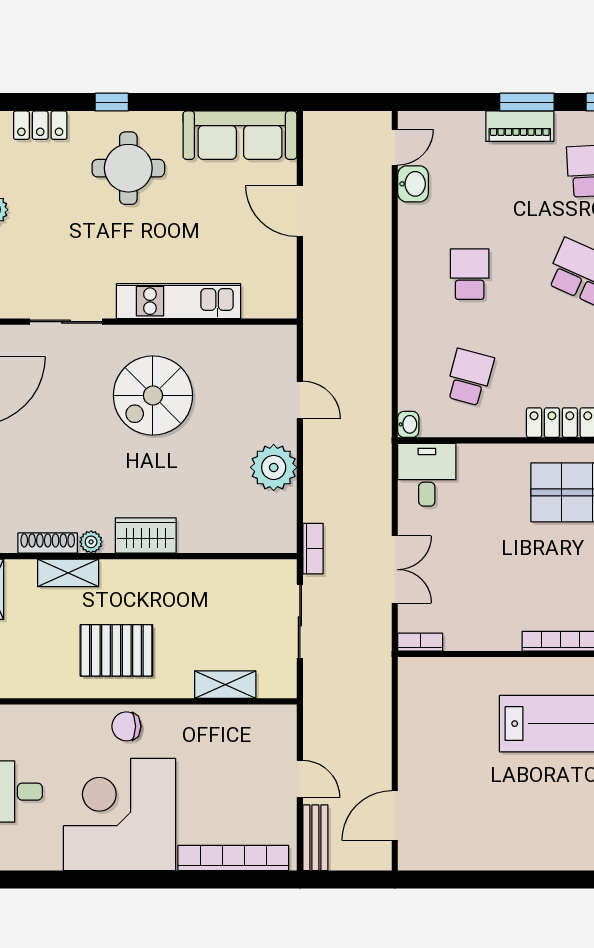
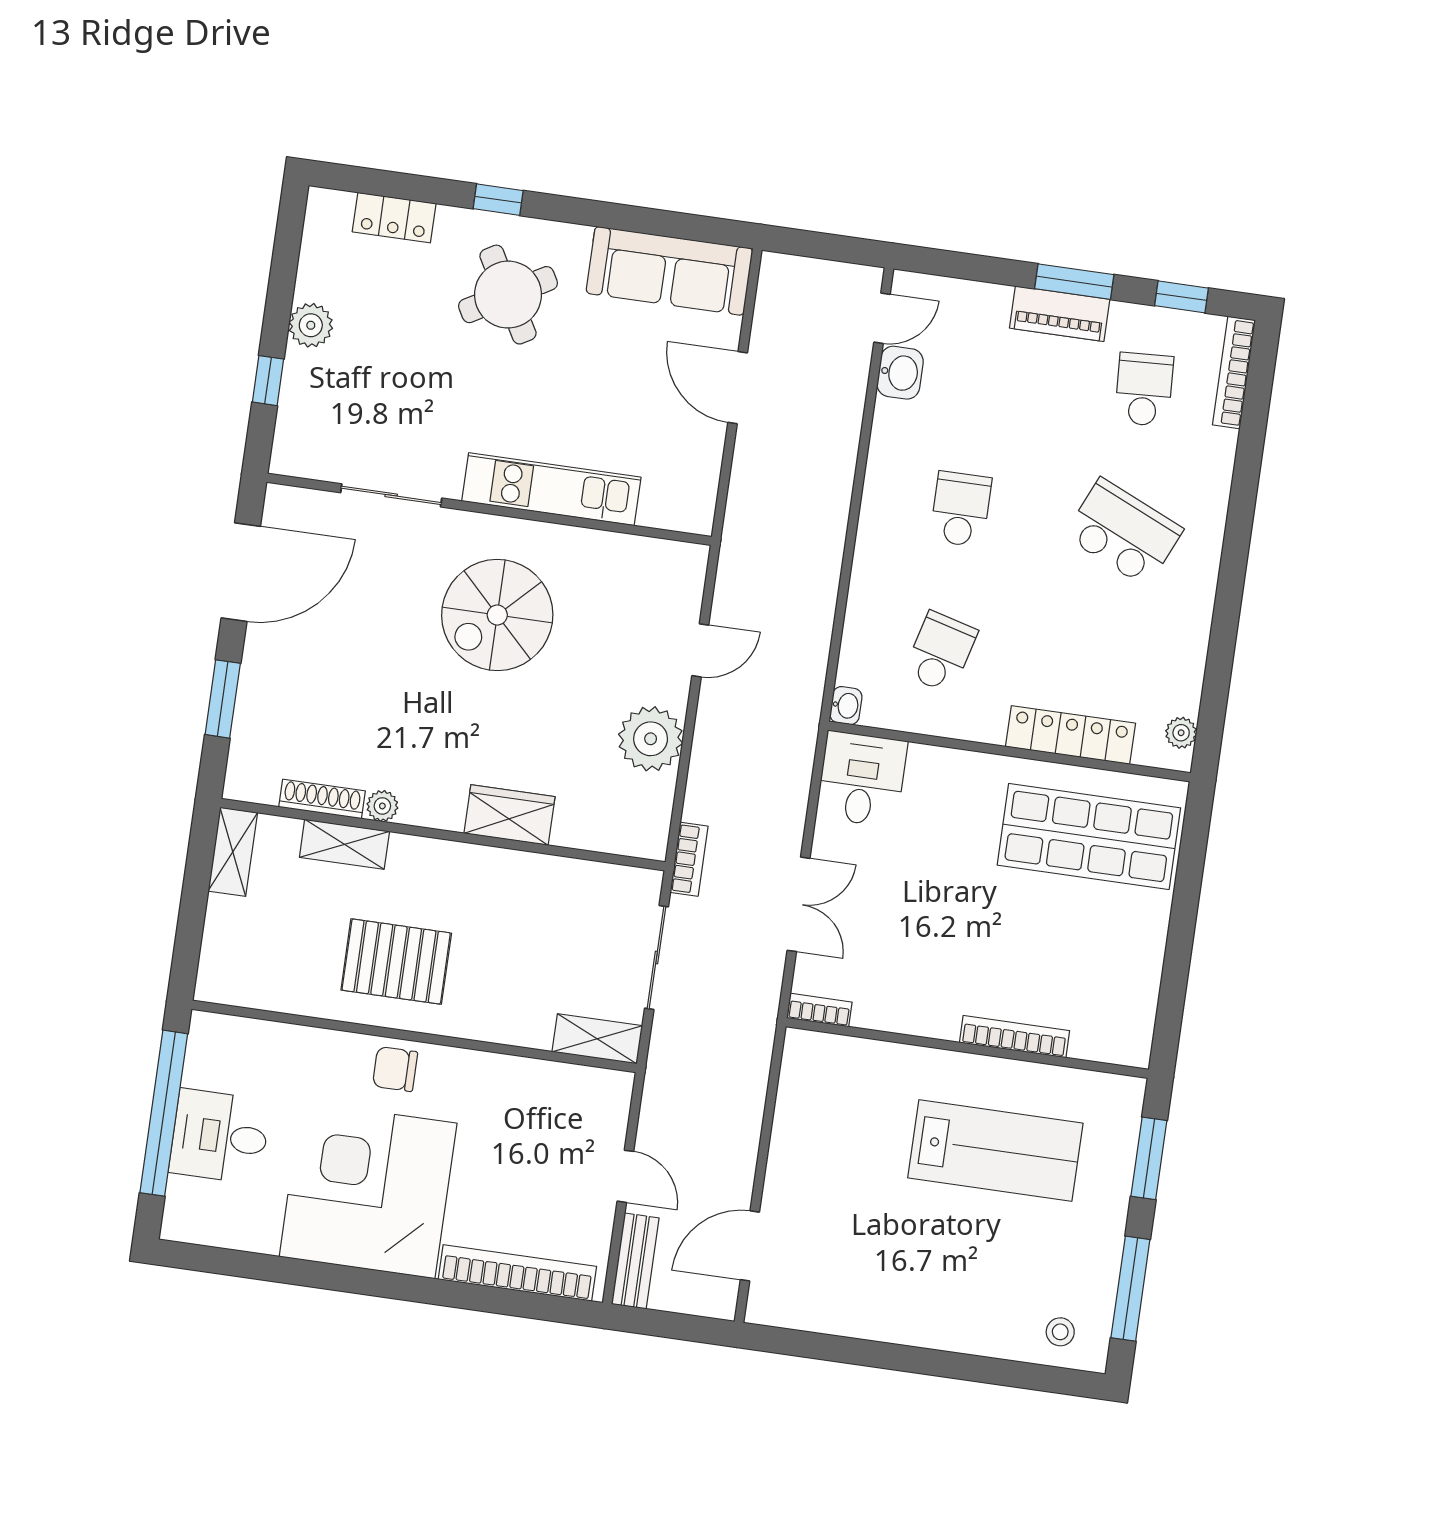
round table: (128, 168) -> (508, 295), turned -30
door: (300, 400) -> (700, 650), hinge flipped
wardrobe: (146, 535) -> (509, 815), moved
shelving: (225, 685) -> (597, 1039), moved

